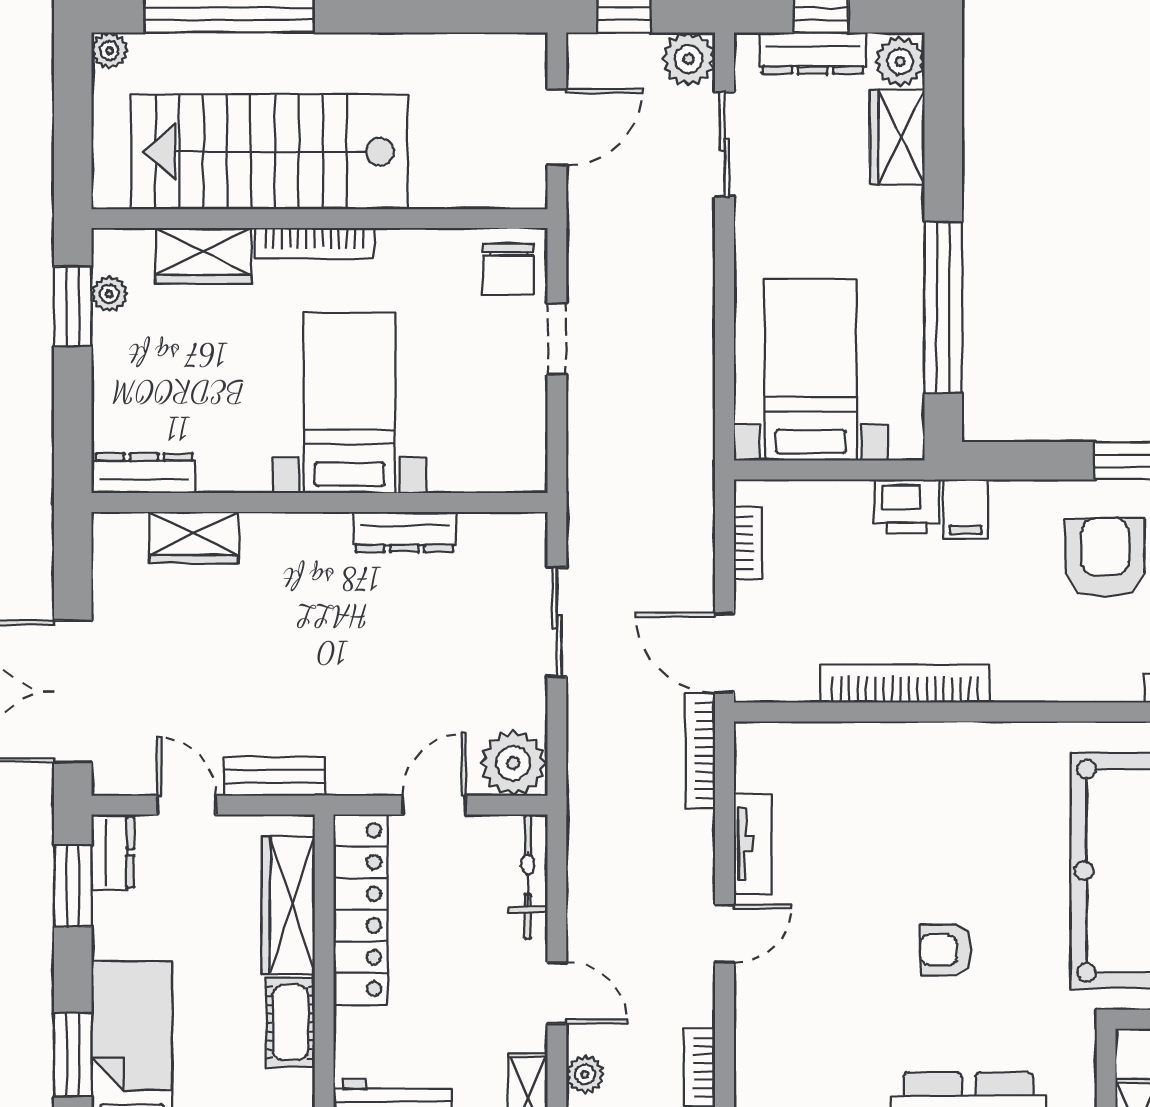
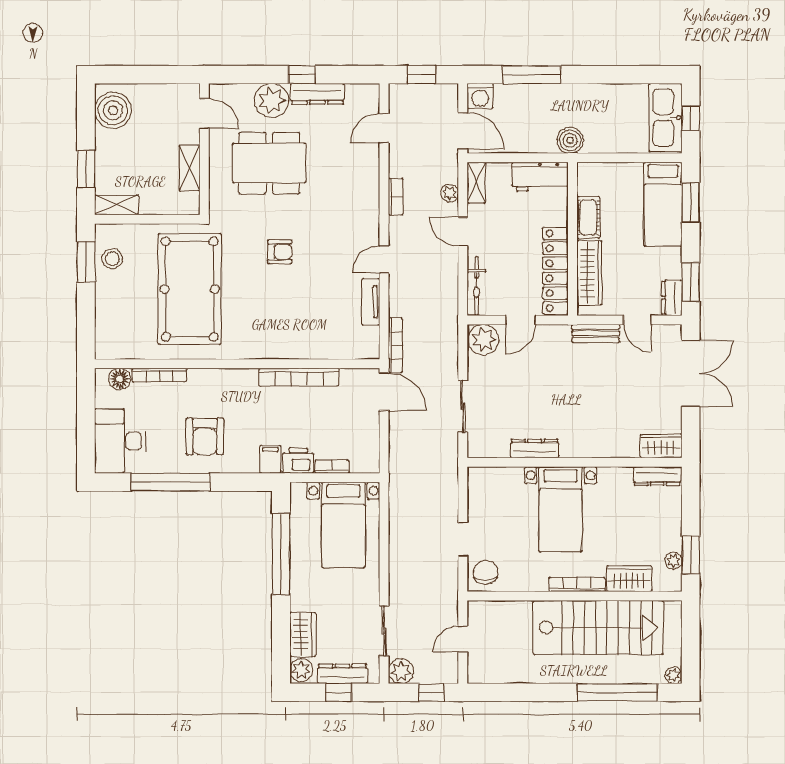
door: (557, 127) -> (463, 639), width x0.73
wardrobe: (194, 538) -> (661, 446), moved
bookcase: (748, 543) -> (332, 467), moved, turned 90

